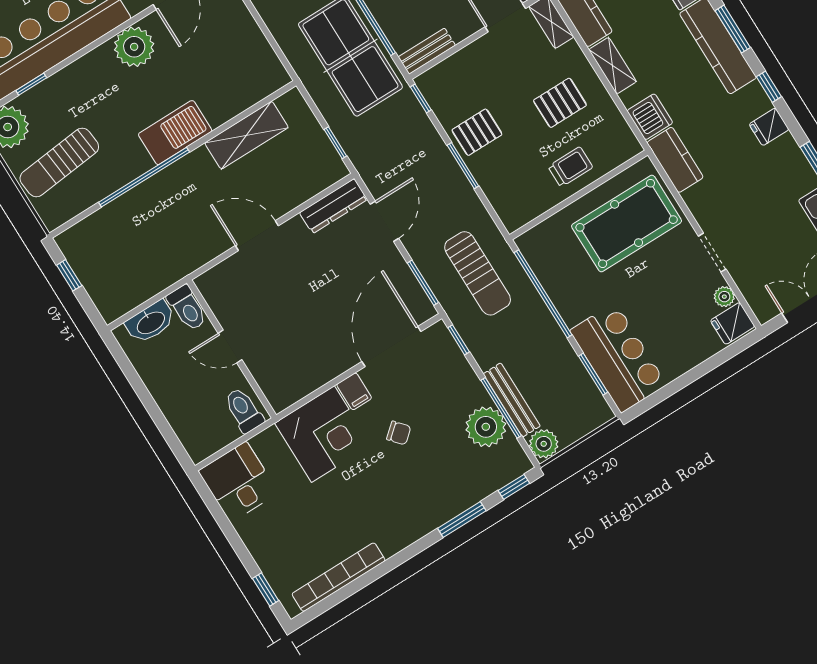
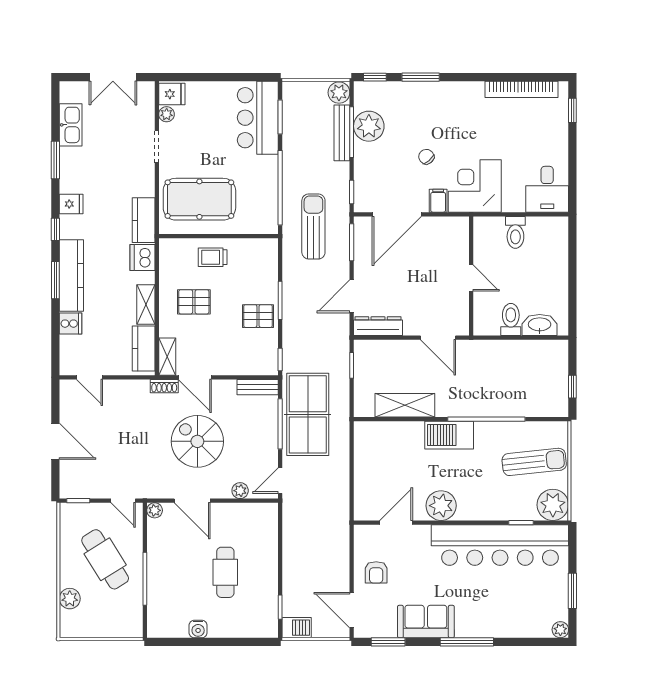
door: (230, 346) -> (471, 278), moved
wall: (232, 349) -> (471, 276), moved

